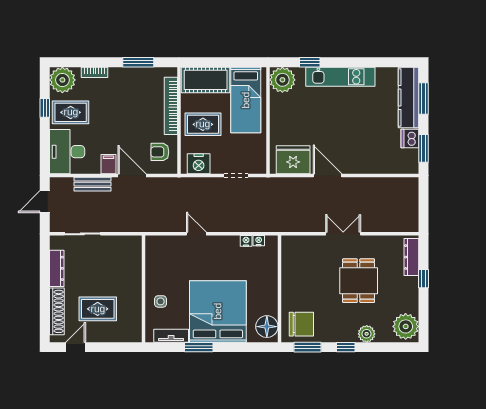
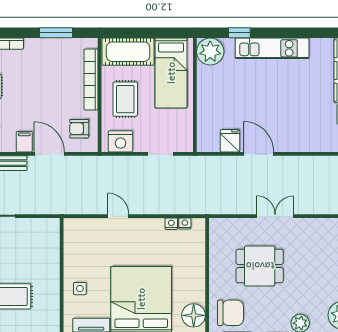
rug: (203, 124) -> (125, 99), turned 90
fridge: (293, 160) -> (230, 141), width x0.53, depth x0.75
dining table: (359, 281) -> (260, 266), moved, turned 90

